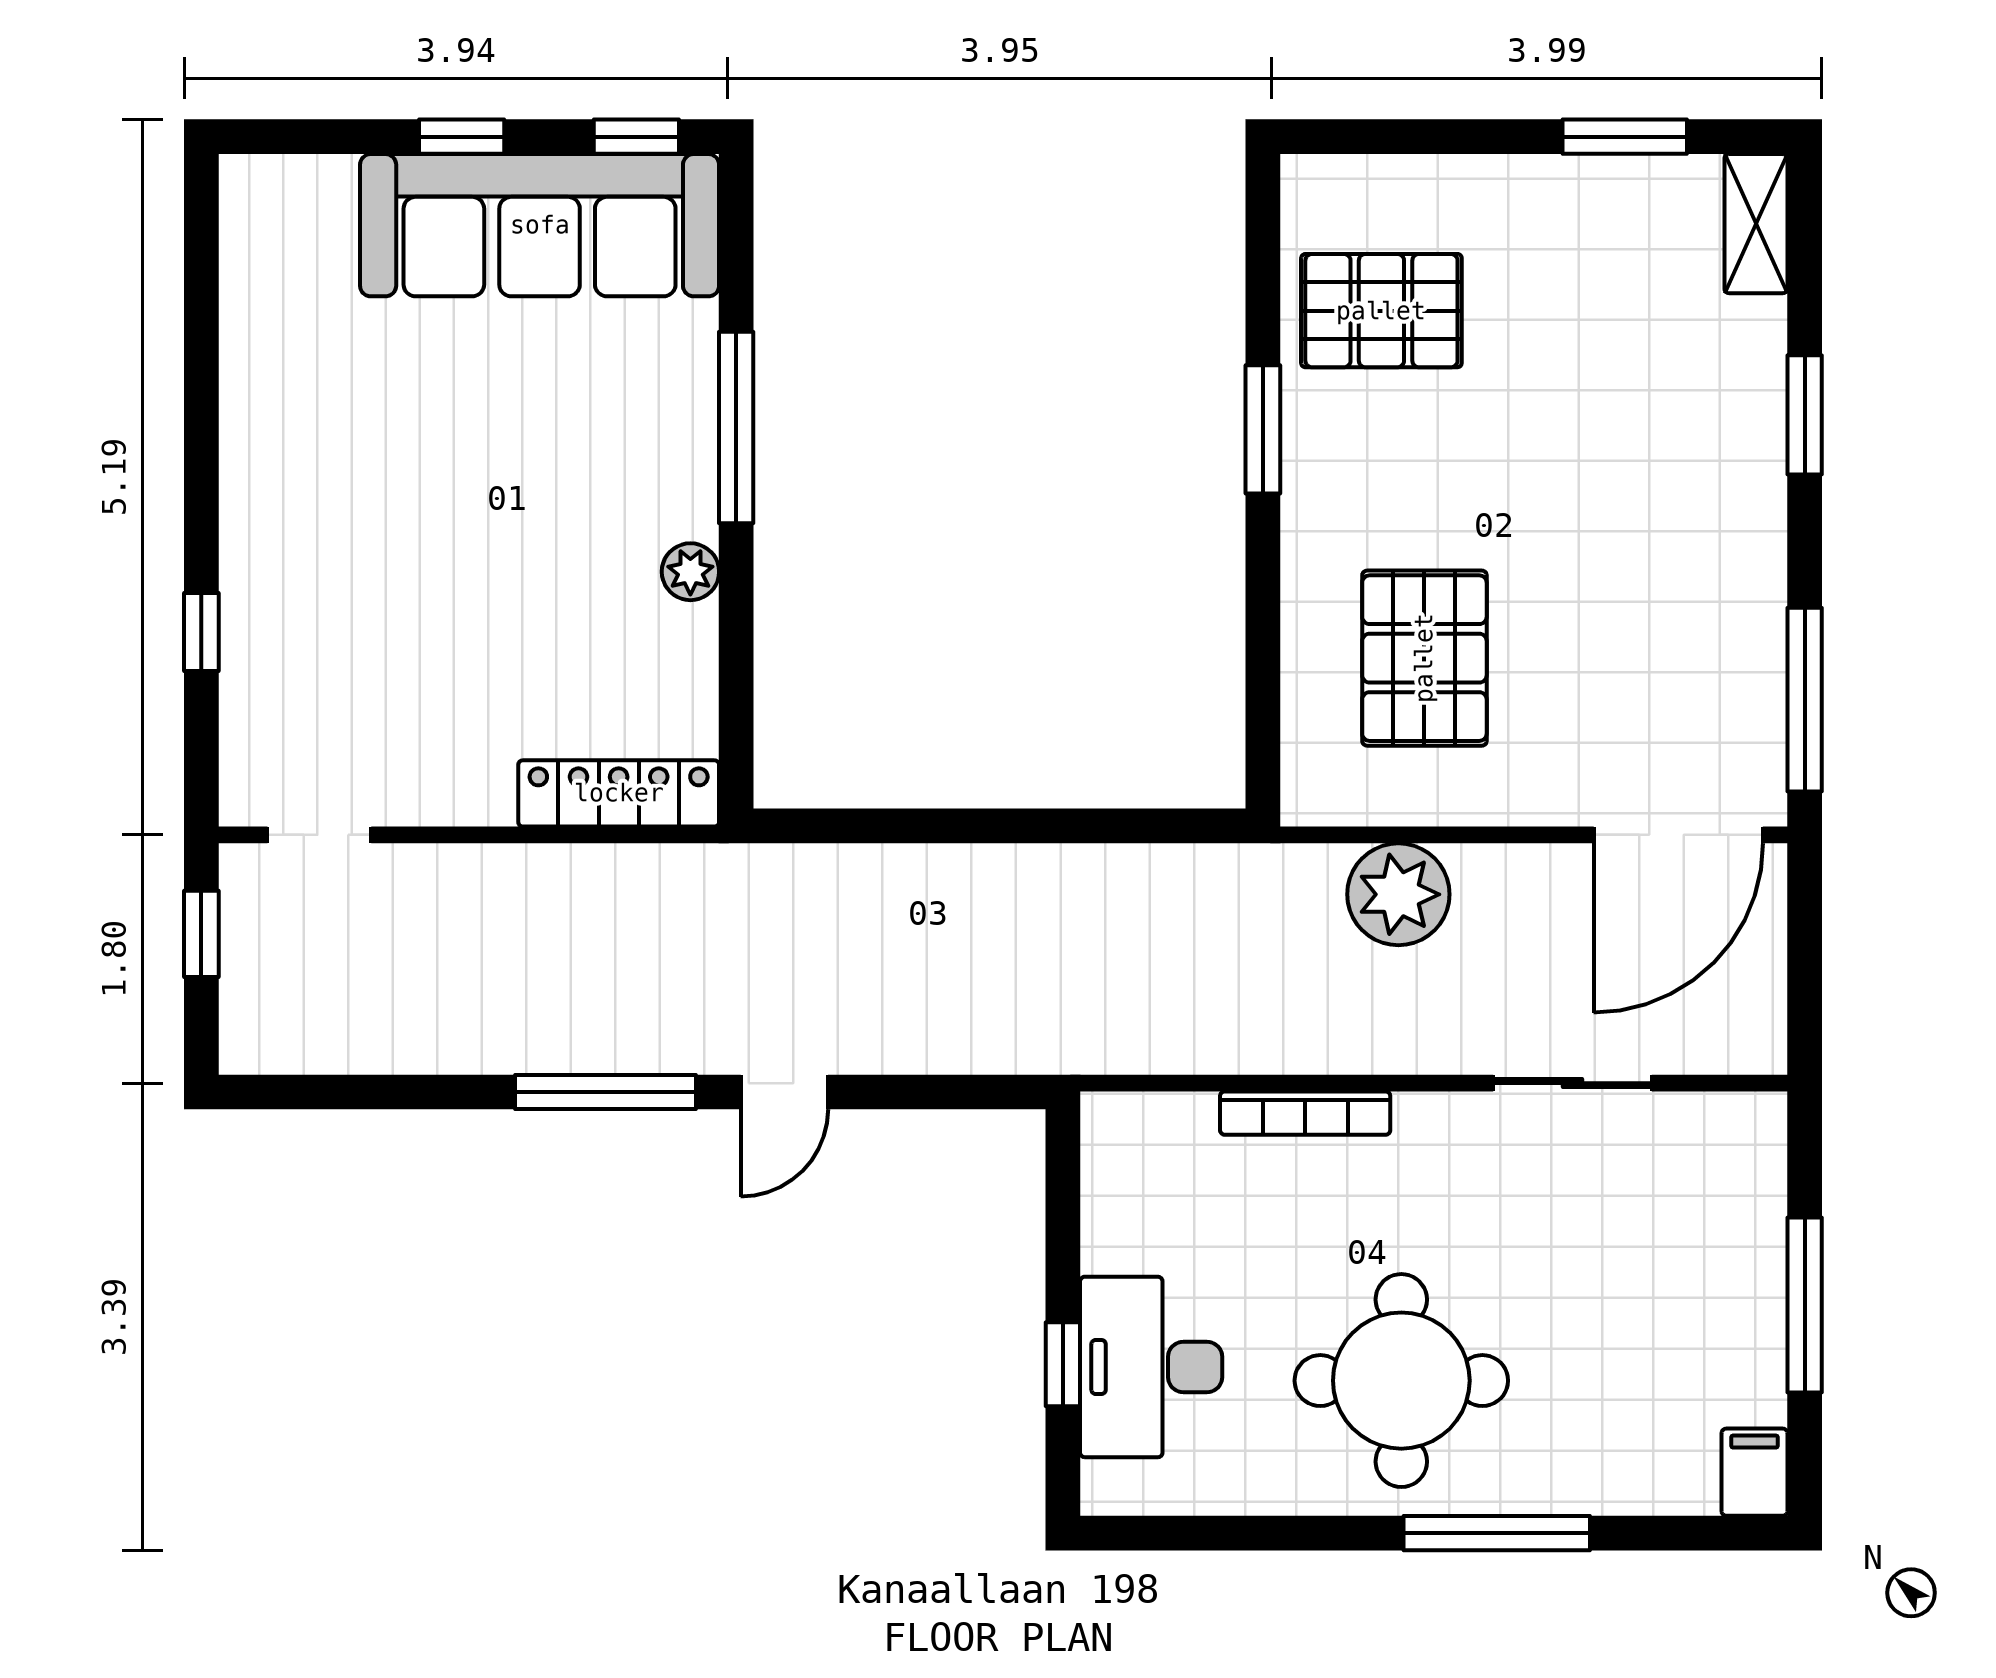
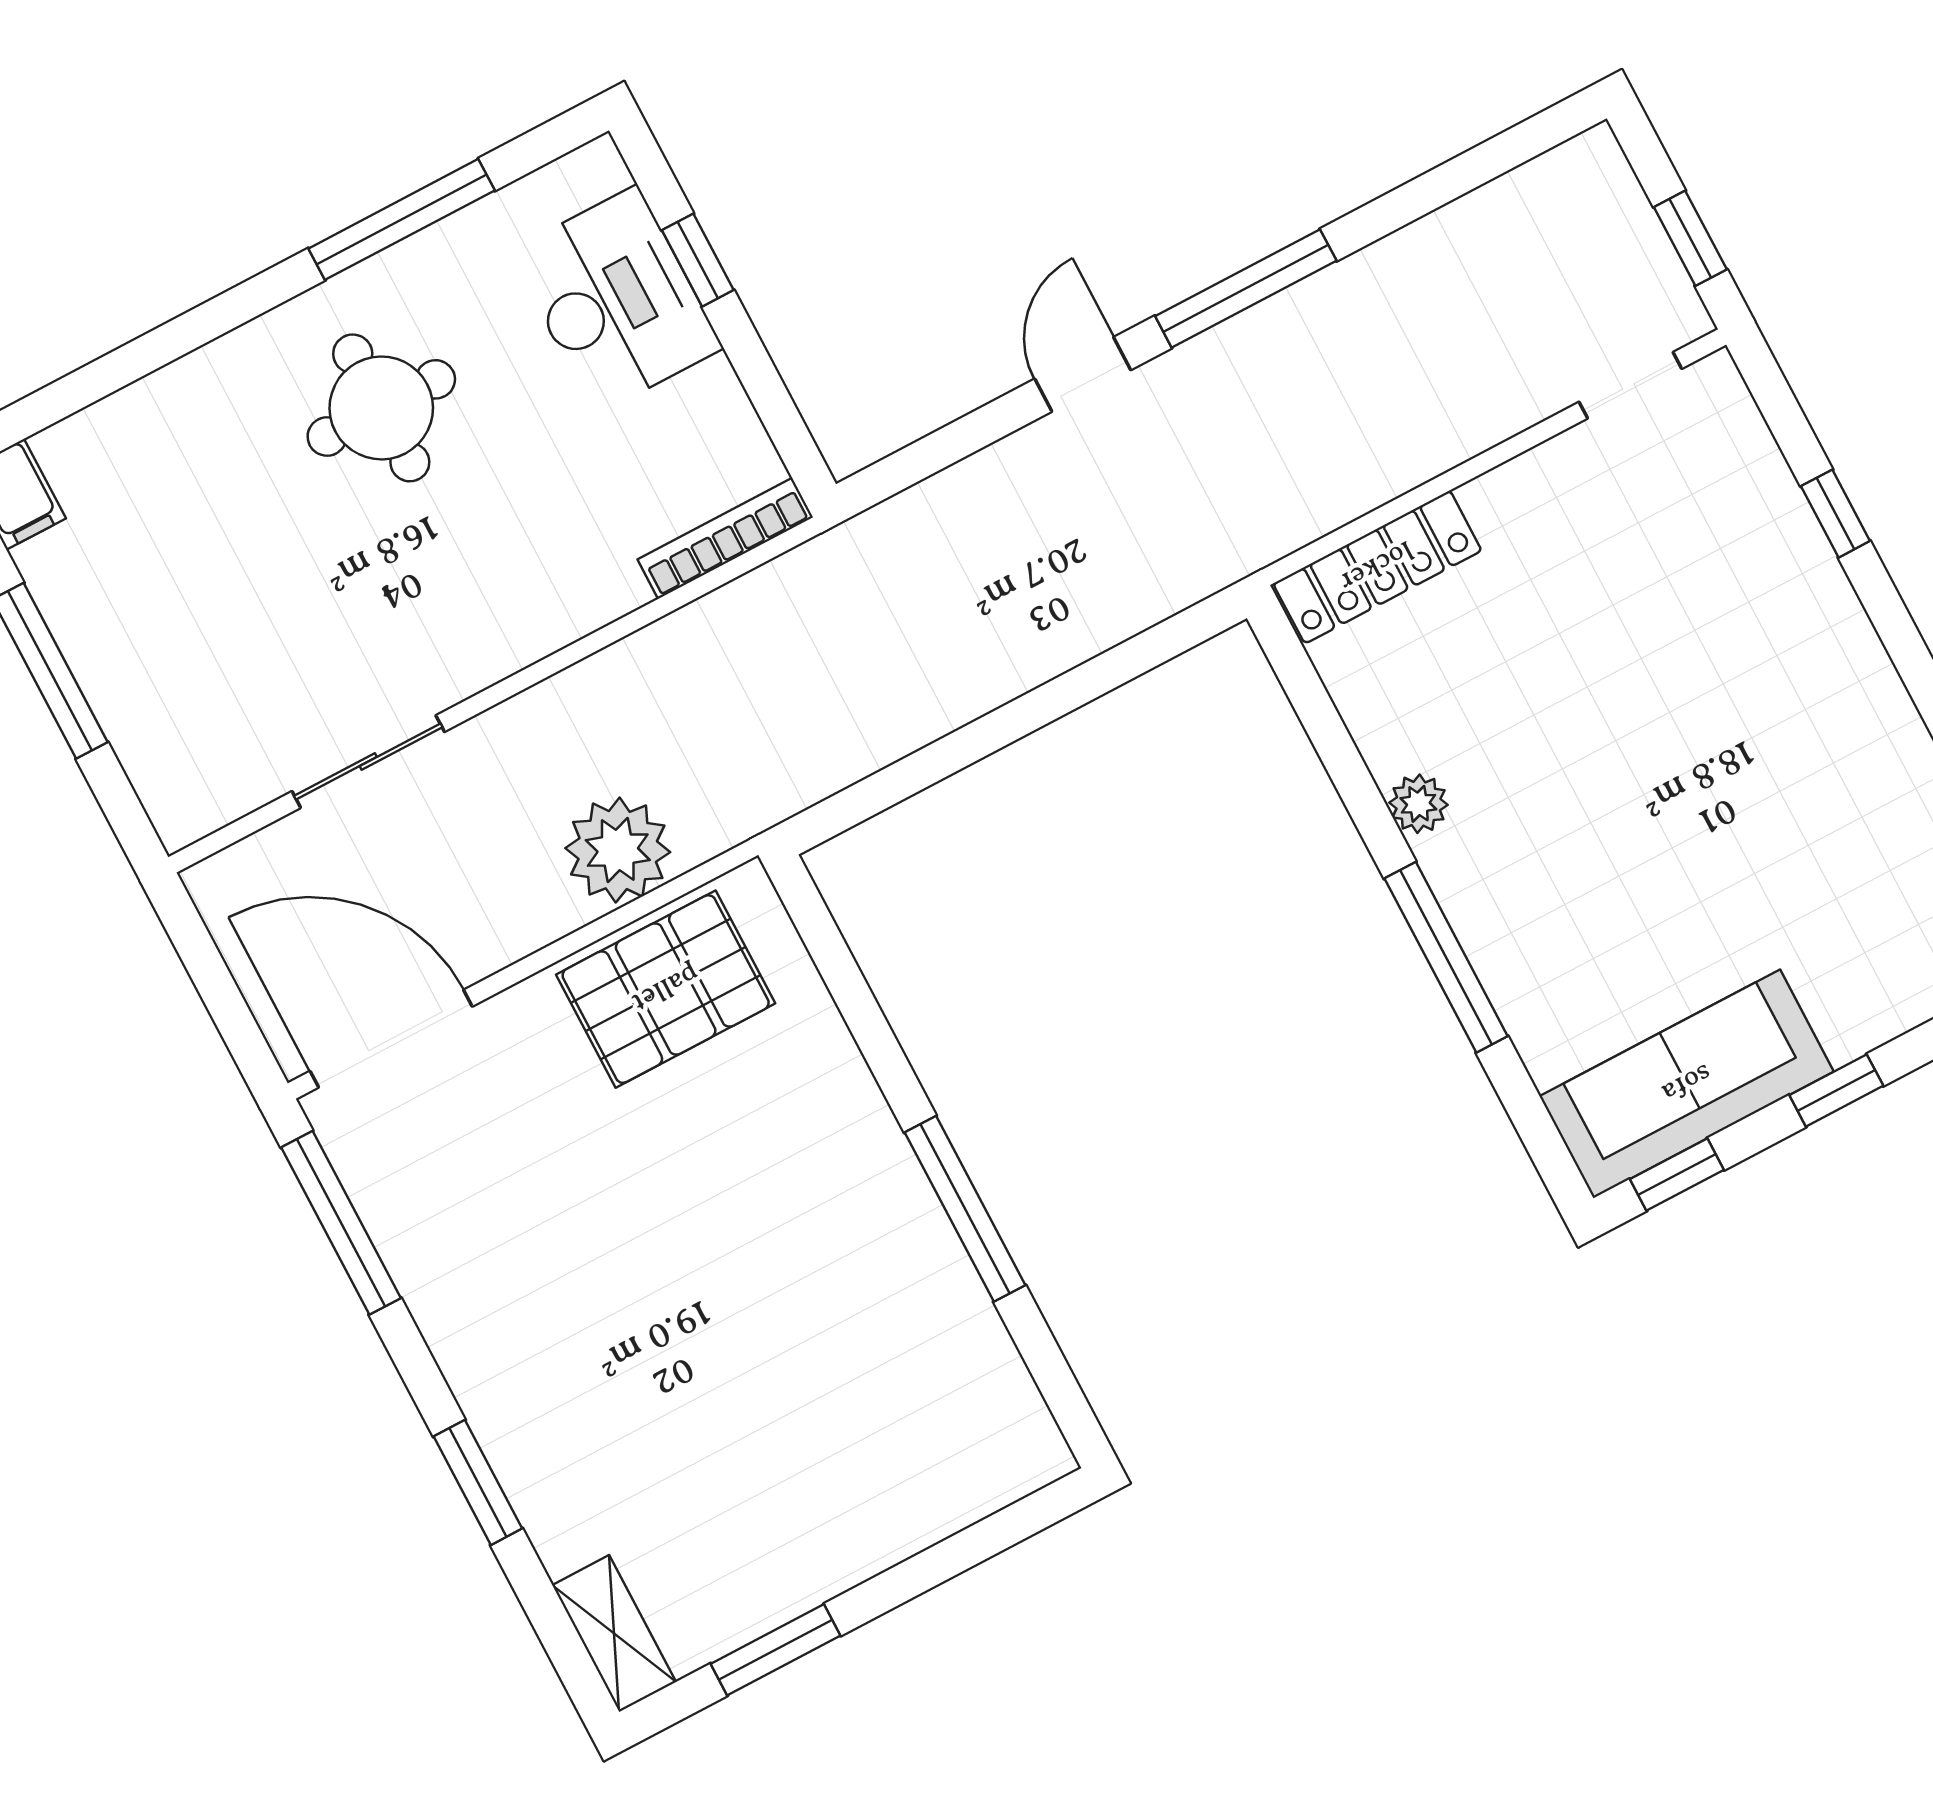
sofa: (540, 225) -> (1687, 1084), width x0.74, depth x0.79
pallet: (1381, 311) -> (914, 1374), removed
window: (1263, 429) -> (965, 1209), width x1.44
pallet: (1424, 658) -> (666, 989), moved, turned 90
door: (1678, 835) -> (391, 1039), hinge flipped
bookcase: (1305, 1113) -> (725, 538), moved
round table: (1401, 1381) -> (381, 408), width x0.73, depth x0.73
window: (1497, 1533) -> (402, 219), moved

